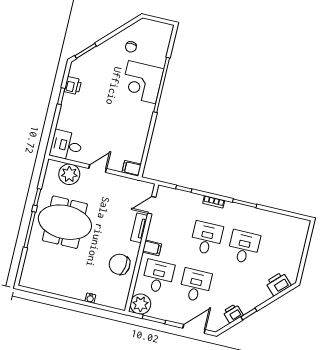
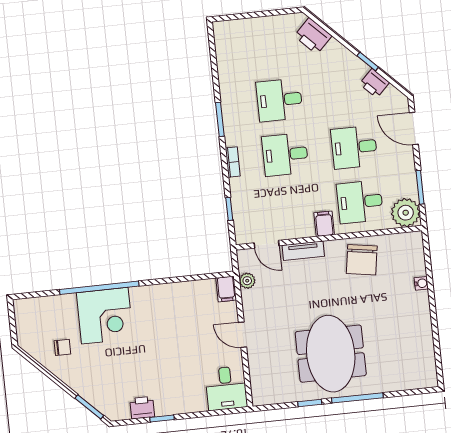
plant: (69, 174) -> (247, 281), moved, width x0.53, depth x0.53

